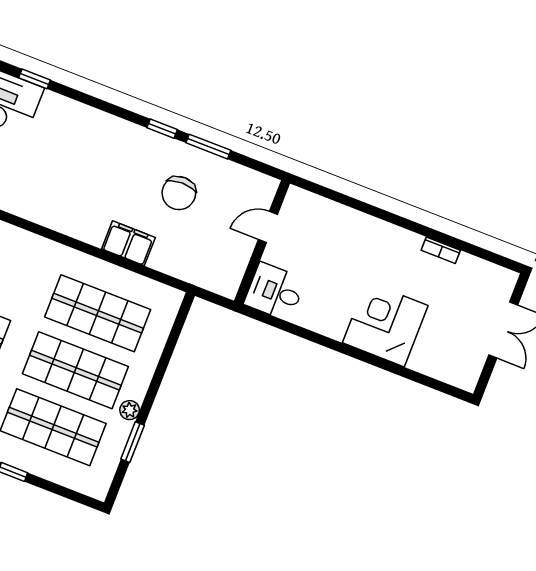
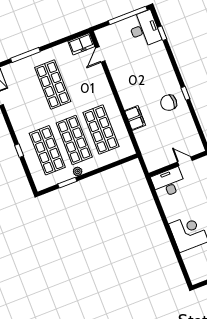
window: (208, 147) -> (194, 115), removed
chair: (179, 193) -> (169, 103), moved
desk: (275, 292) -> (168, 183), width x1.37

